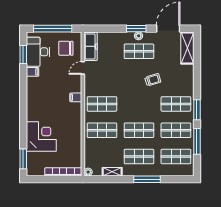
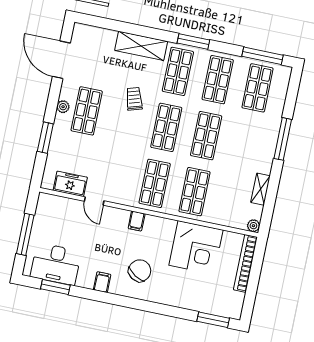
window: (53, 29) -> (25, 234), width x0.68
window: (136, 29) -> (45, 138), moved
freezer: (91, 46) -> (70, 184), width x0.71
chair: (66, 48) -> (140, 271), moved, turned -148
shelving: (187, 48) -> (141, 46), moved
filing cabinet: (32, 72) -> (102, 282), moved
corner desk: (41, 137) -> (196, 248), moved, turned 180
window: (197, 141) -> (262, 56), moved
shop shelf: (139, 157) -> (166, 127), moved

